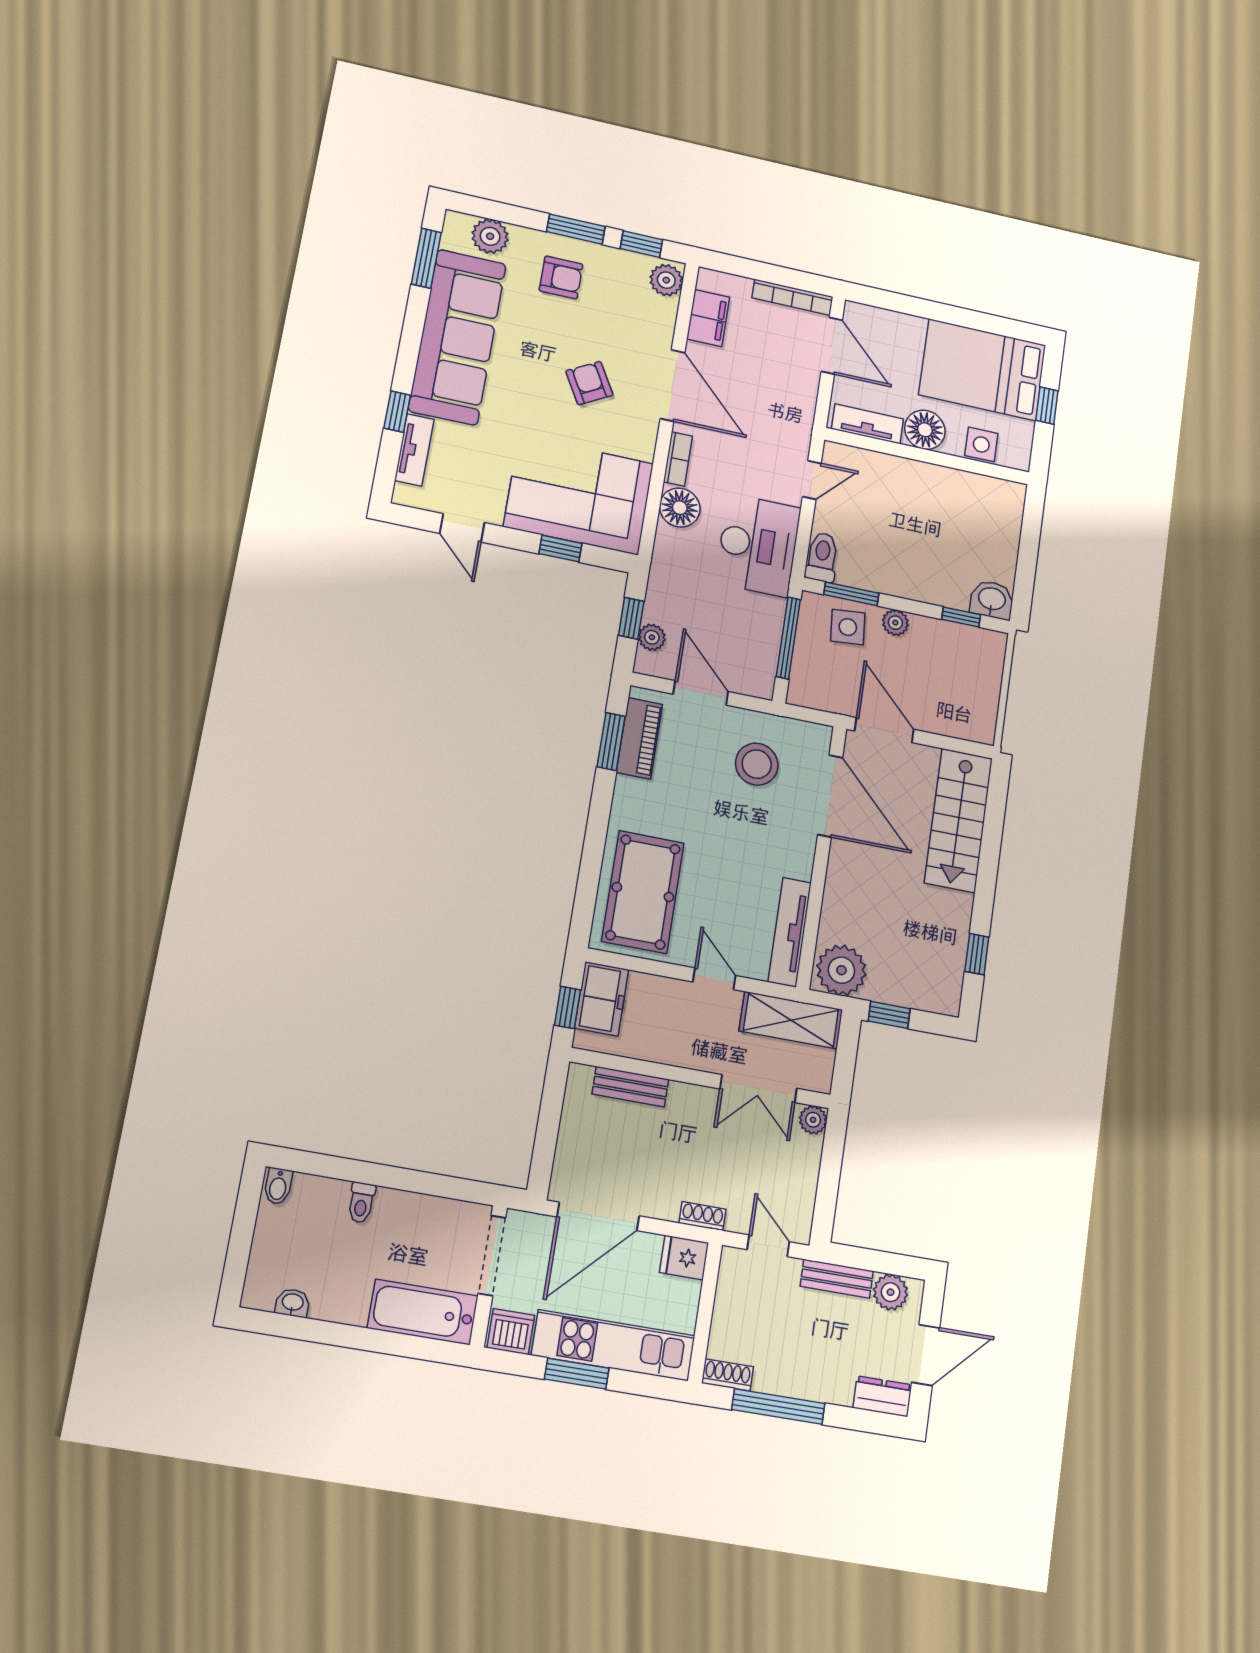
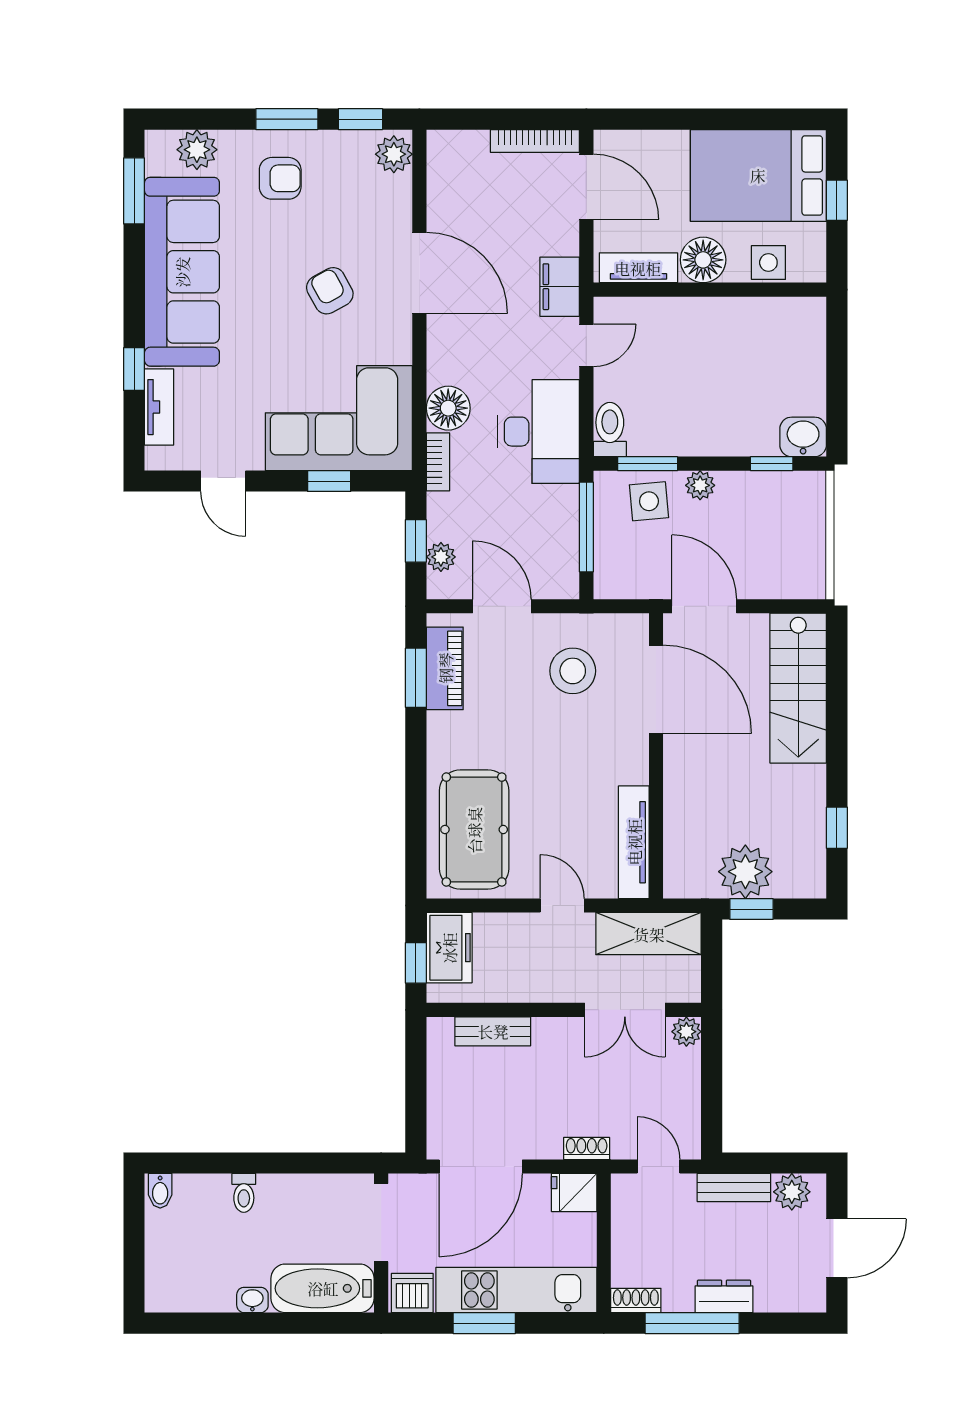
filing cabinet: (708, 318) -> (560, 287), moved, turned 180
bookcase: (678, 459) -> (438, 462), moved
plant: (841, 970) -> (745, 872), moved
washbasin: (293, 1303) -> (252, 1300), moved
dresser: (882, 1396) -> (724, 1296), moved

